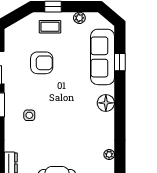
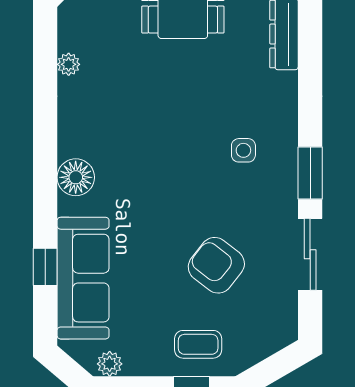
plant: (79, 18) -> (110, 364), moved
armchair: (42, 63) -> (216, 265), turned 38

